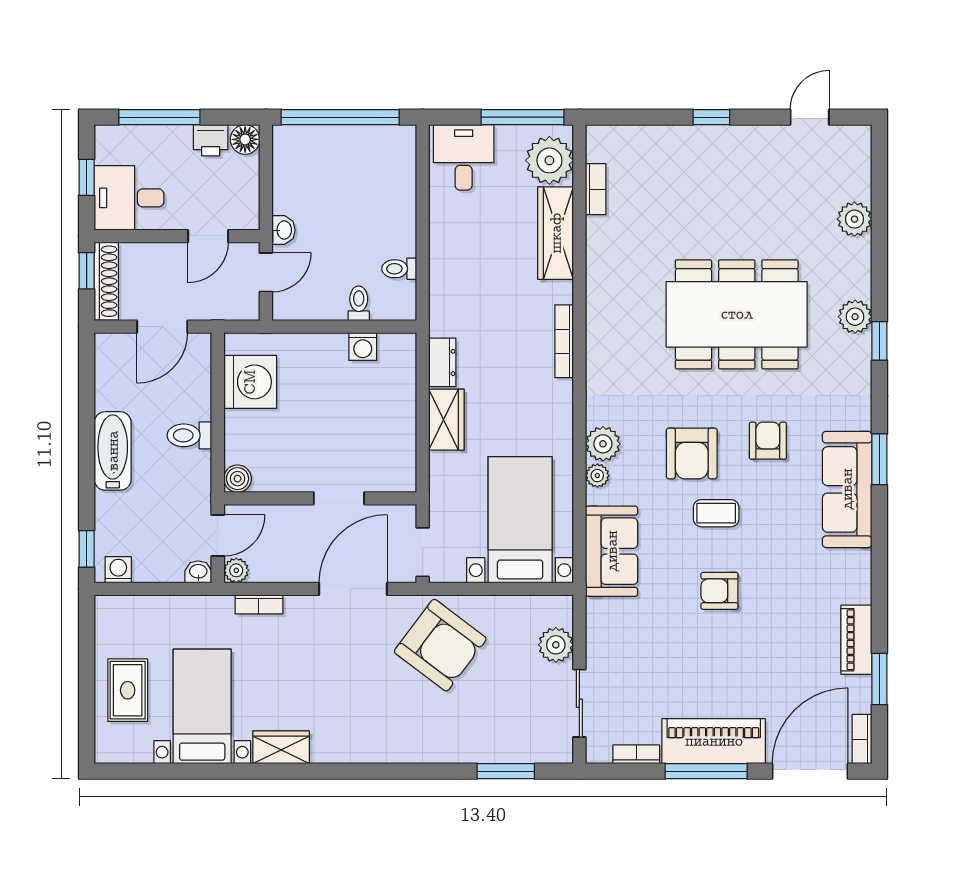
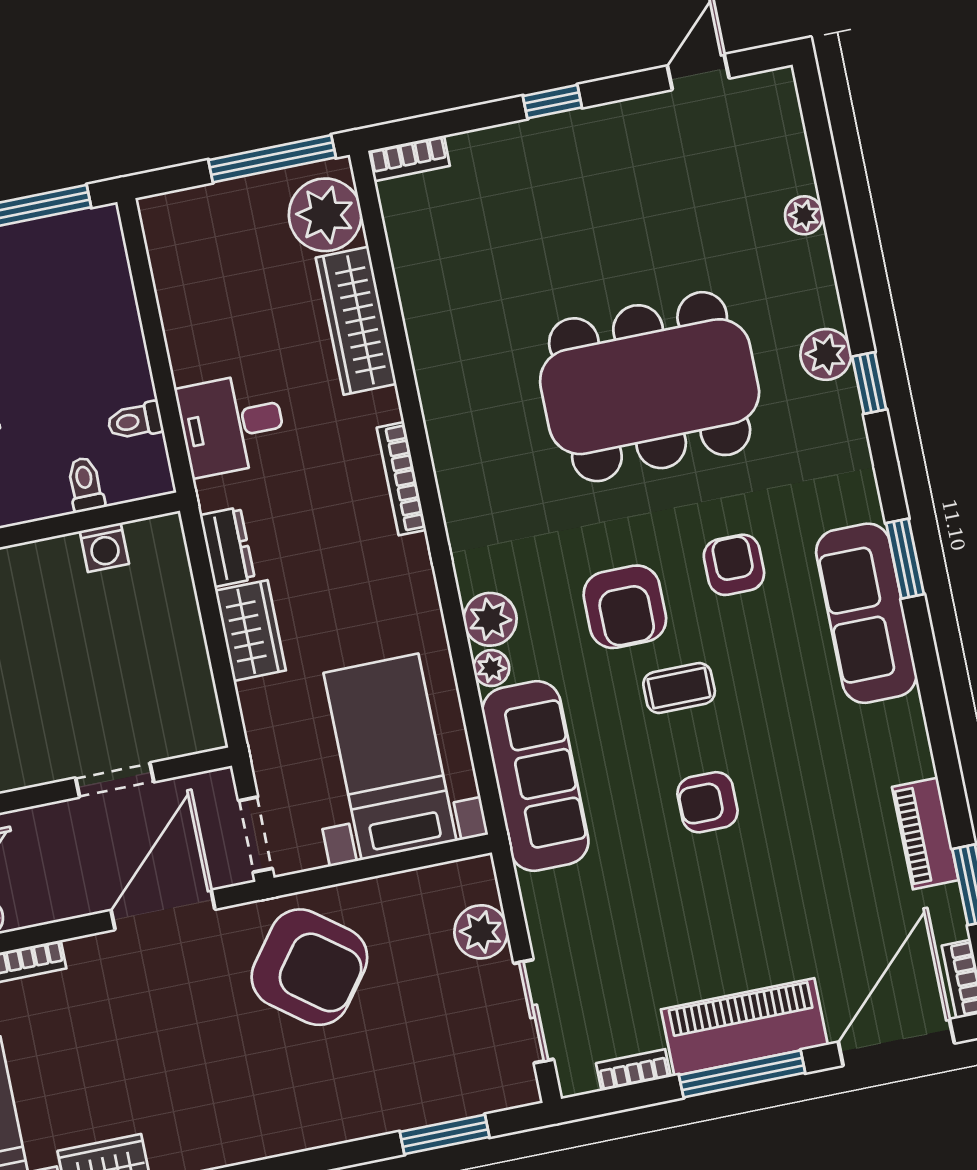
desk: (464, 157) -> (232, 424), moved, turned -90
bookcase: (596, 189) -> (409, 158), moved, turned 90
plant: (854, 219) -> (804, 215), width x0.73, depth x0.73
sofa: (612, 551) -> (535, 776), width x1.36

